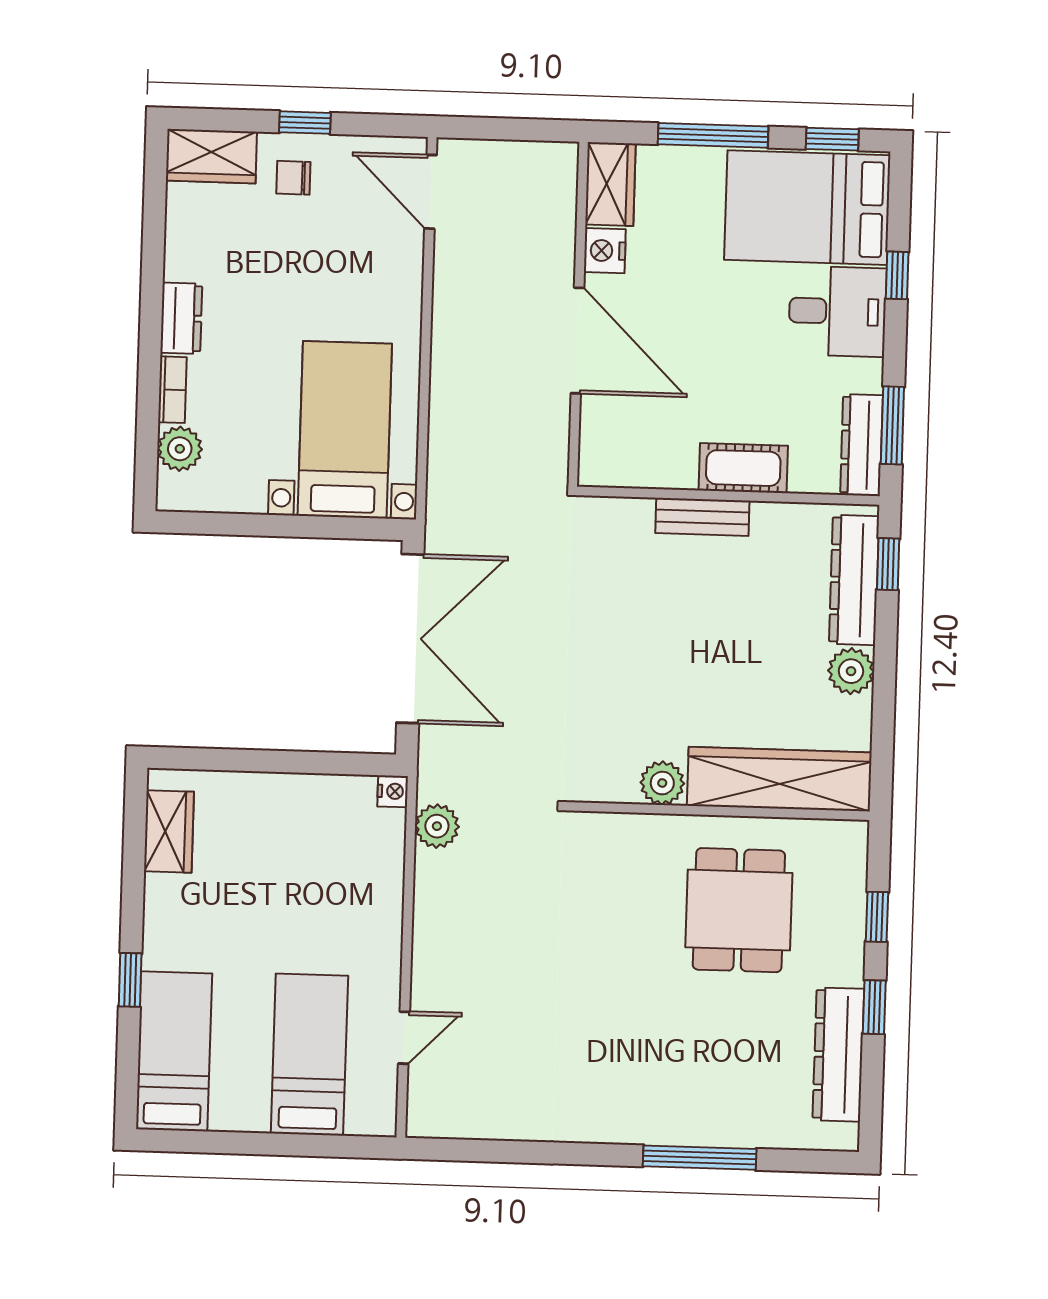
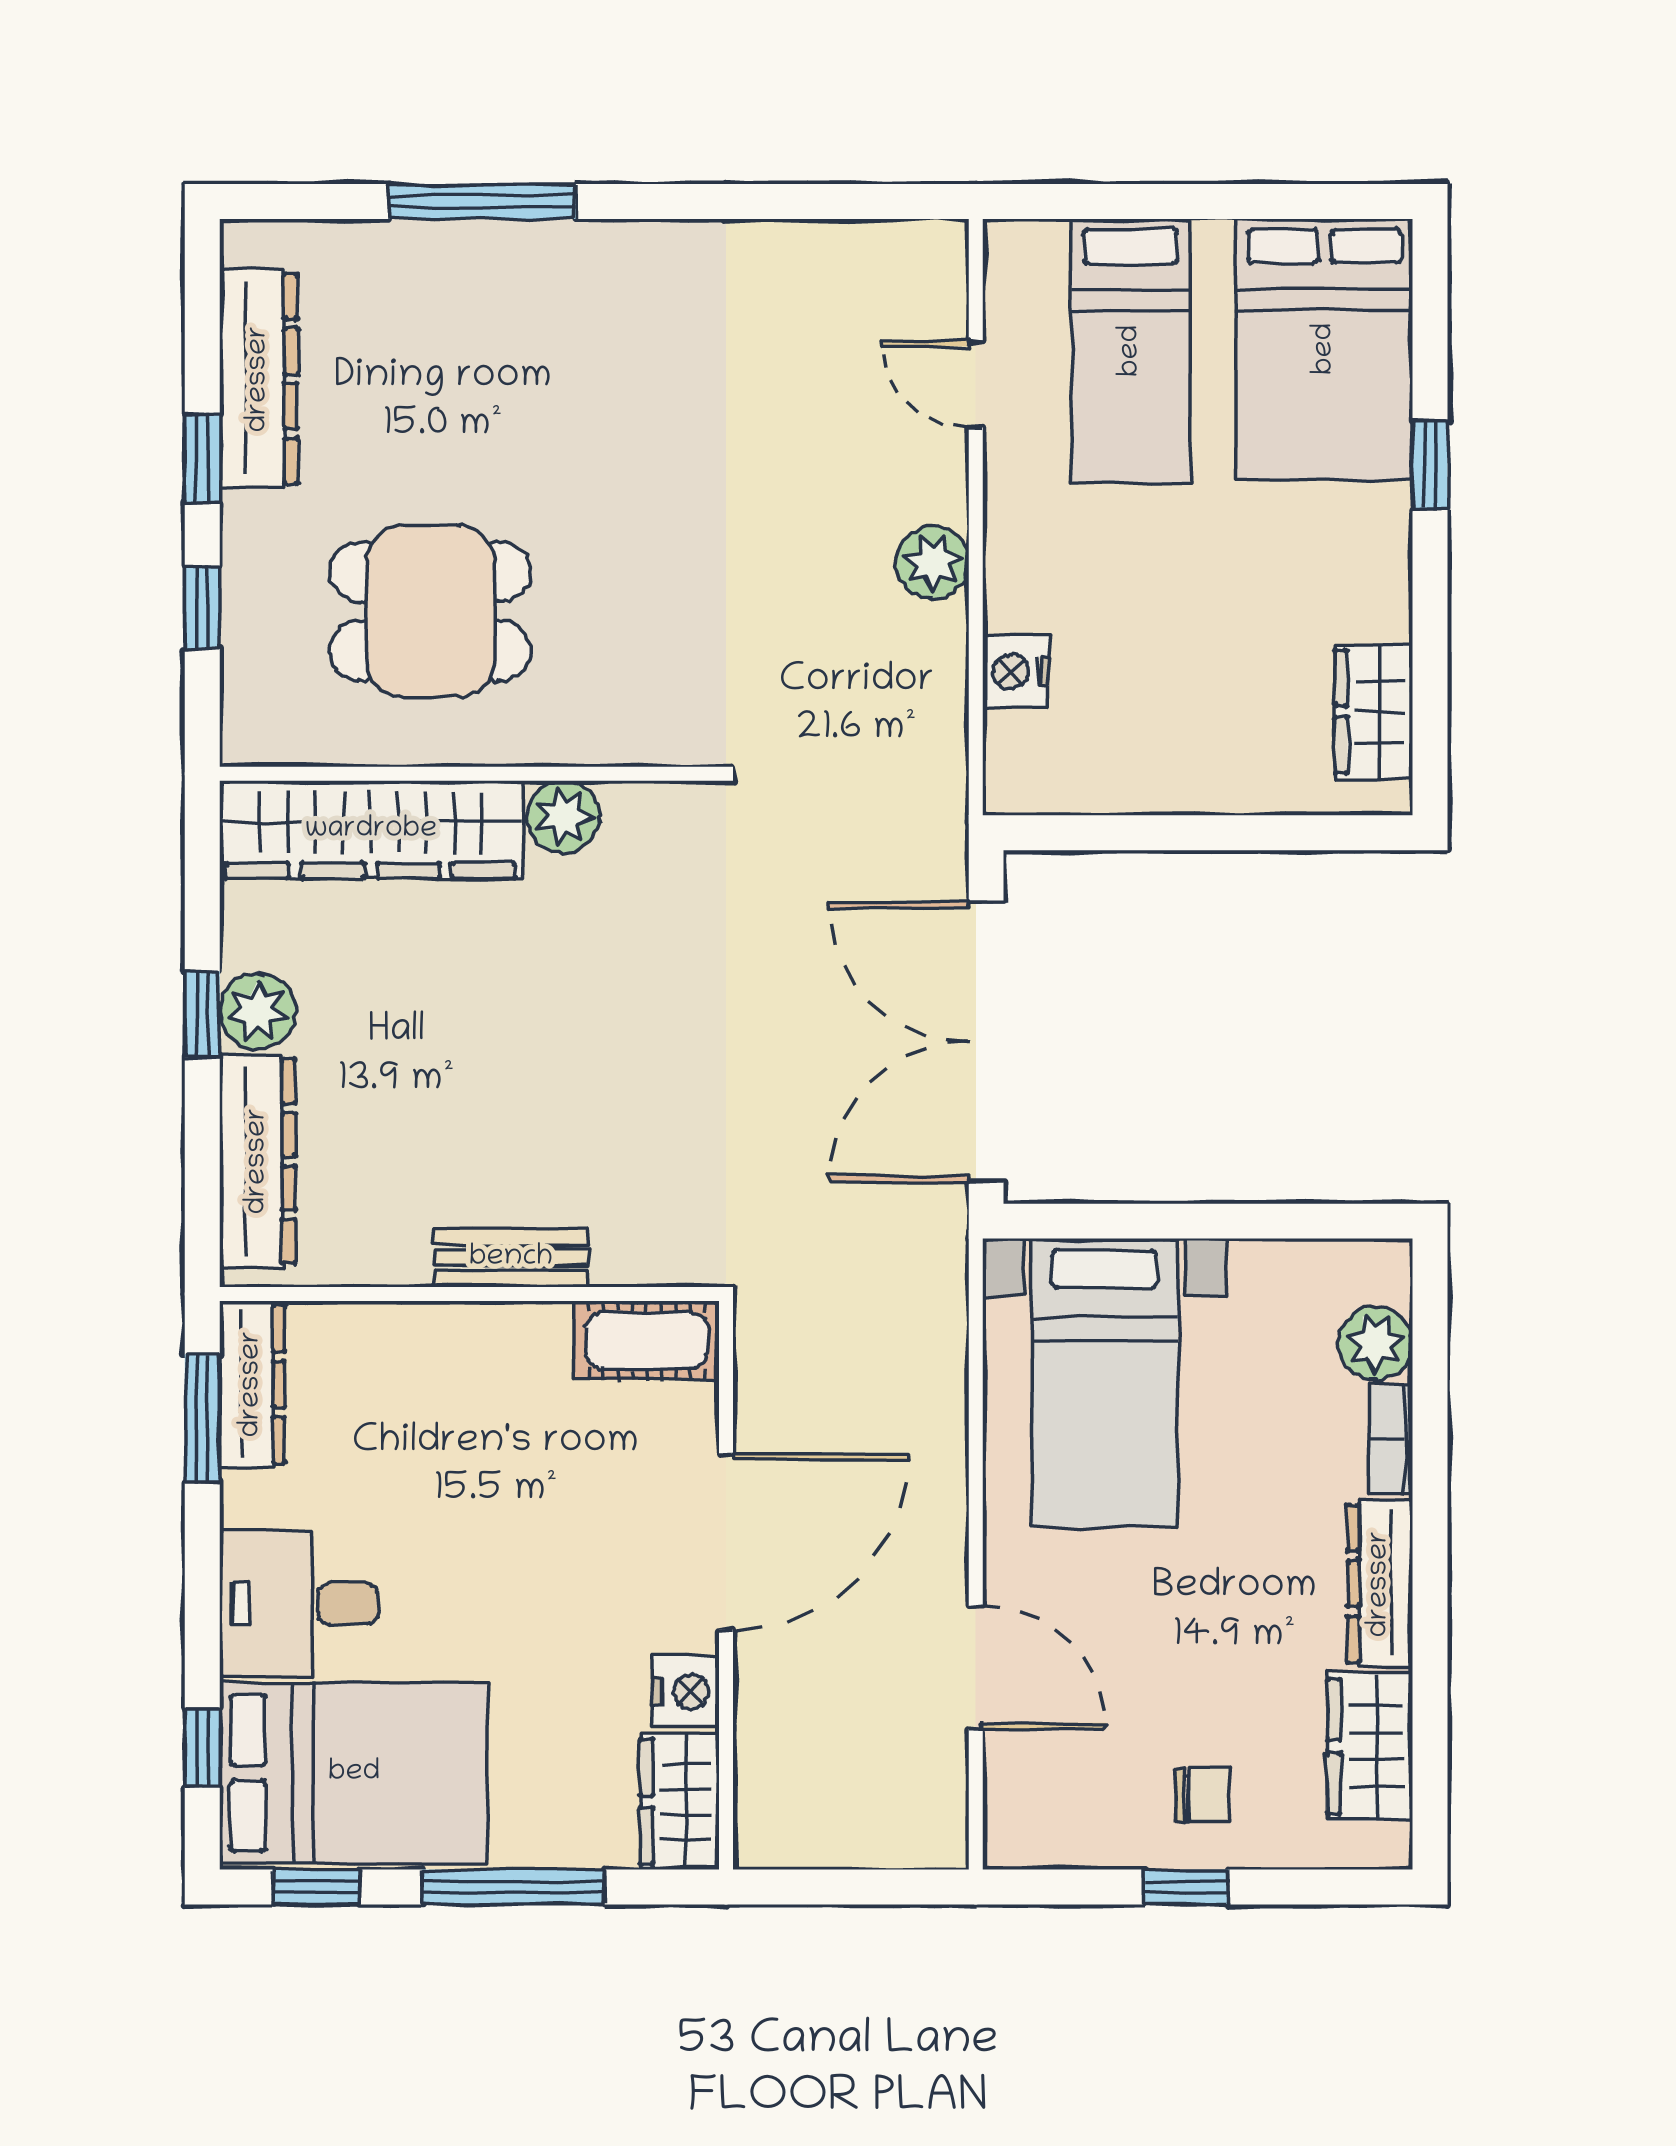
wardrobe: (211, 156) -> (1370, 1747), moved, turned -90
door: (431, 192) -> (976, 1668), moved
window: (897, 275) -> (202, 1748), moved
dresser: (181, 318) -> (1380, 1584), width x1.44
door: (577, 341) -> (726, 1542), swing flipped
cot: (743, 468) -> (647, 1340), moved
window: (888, 564) -> (202, 1014), moved
nightstand: (393, 791) -> (1016, 672), moved, width x1.39, depth x1.35
plant: (437, 826) -> (932, 563), moved
dining table: (739, 910) -> (430, 611), turned 90
door: (404, 1038) -> (976, 384), hinge flipped
bed: (174, 1051) -> (1325, 349), width x1.50

